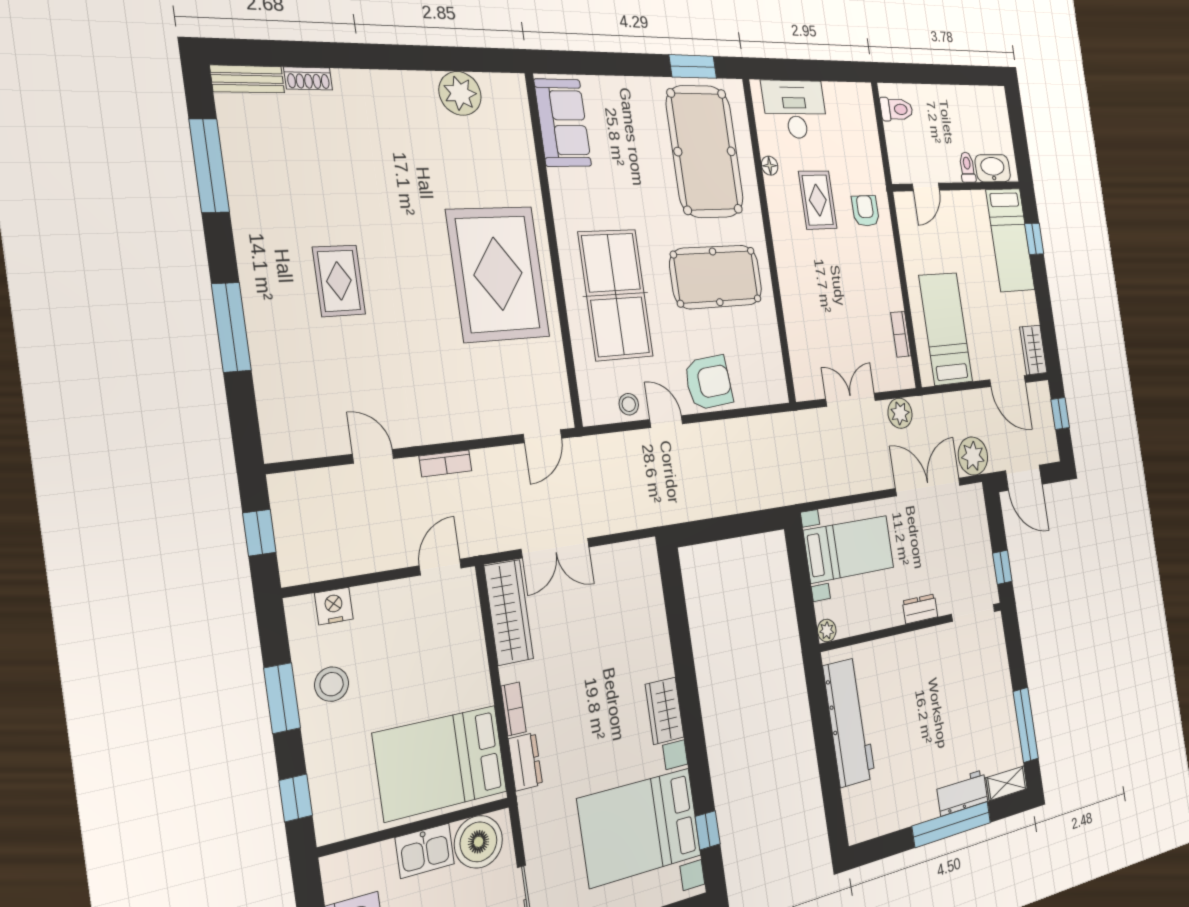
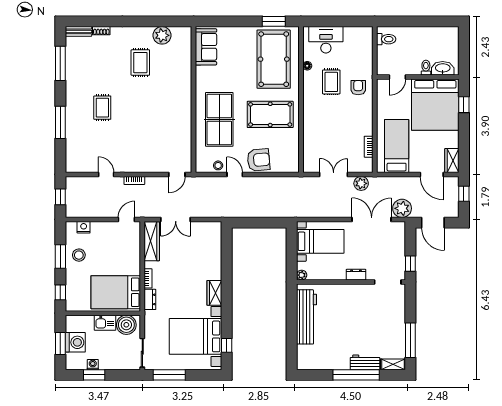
bed: (1010, 240) -> (435, 105), width x2.04
rug: (498, 274) -> (140, 63), moved, width x0.54, depth x0.49

